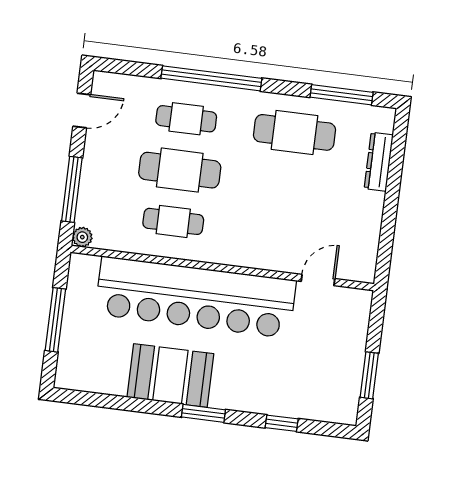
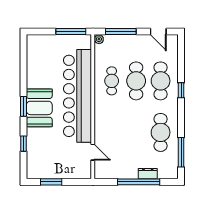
window: (211, 78) -> (181, 90), width x0.32
cafe table: (186, 119) -> (161, 81), width x1.37, depth x1.35
dresser: (379, 162) -> (148, 174), width x0.70
window: (392, 192) -> (139, 182), added
window: (55, 320) -> (71, 31), moved
booth: (170, 376) -> (39, 108), moved

